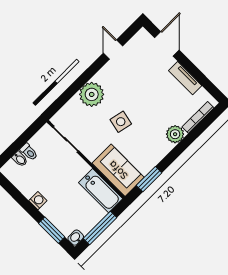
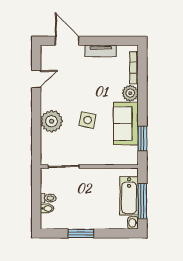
door: (113, 49) -> (36, 79), swing flipped
sofa: (118, 170) -> (126, 124), moved, turned -90
bathtub: (101, 191) -> (129, 196), moved, turned 90
washing machine: (38, 201) -> (85, 223), removed
window: (52, 230) -> (81, 233), moved

